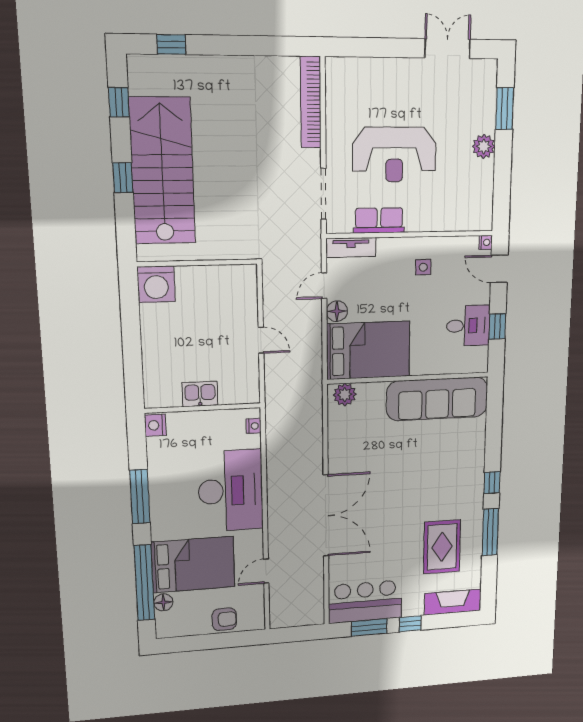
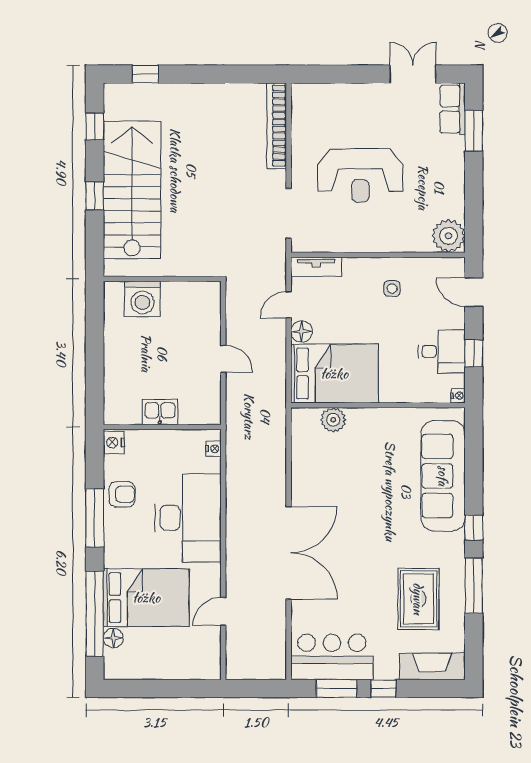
plant: (484, 146) -> (449, 236), moved, width x1.36, depth x1.36
row of seats: (379, 220) -> (453, 109), moved, turned -90
nightstand: (486, 242) -> (458, 396), moved
washing machine: (156, 284) -> (142, 299), moved
plant: (345, 395) -> (333, 420), moved
sofa: (437, 399) -> (443, 476), moved, turned 90
armchair: (224, 619) -> (122, 494), moved

